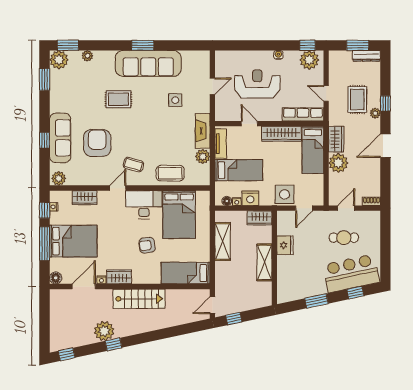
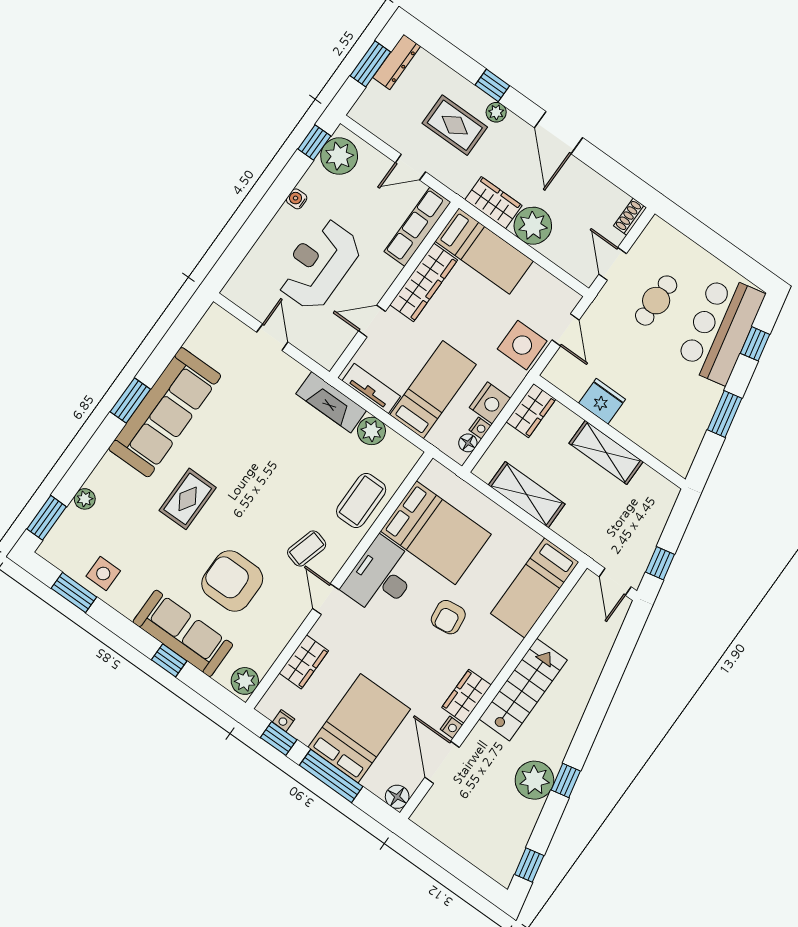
plant: (59, 60) -> (59, 548), removed
side table: (175, 100) -> (103, 574), moved

